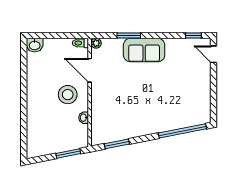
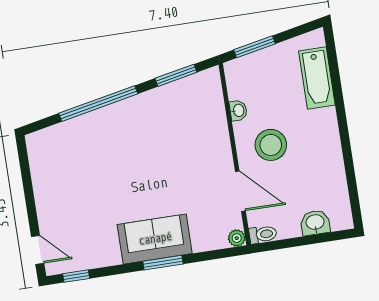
window: (129, 35) -> (163, 263), moved
washbasin: (35, 45) -> (315, 223), moved
bathtub: (35, 130) -> (317, 78), added
window: (182, 131) -> (98, 104), moved

